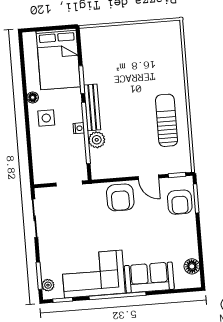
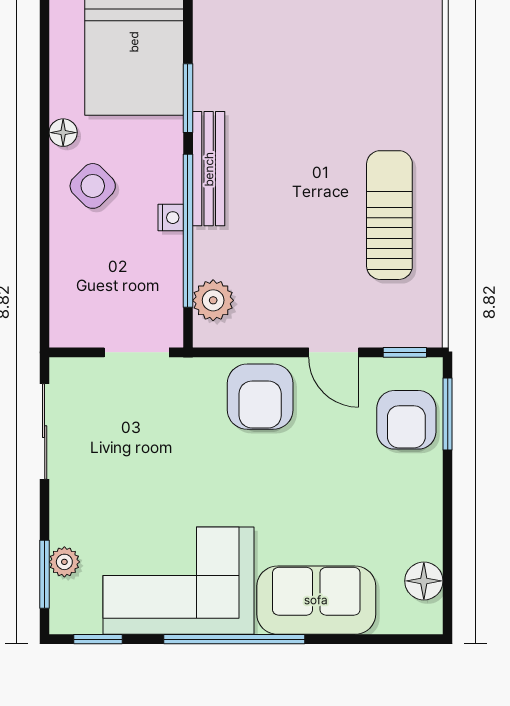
side table: (46, 118) -> (93, 186), turned 45
plant: (97, 140) -> (213, 300), moved
plant: (48, 285) -> (64, 562), moved

